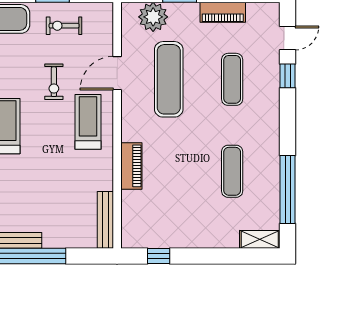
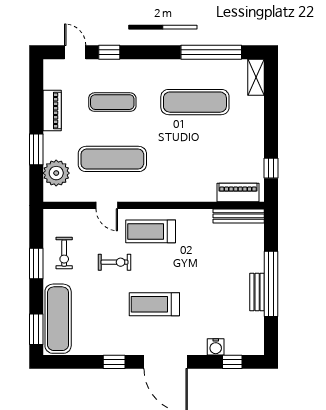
door: (117, 73) -> (107, 205), width x0.73
piano: (131, 166) -> (238, 193), moved
exercise mat: (232, 171) -> (195, 102), width x1.36, depth x1.45

